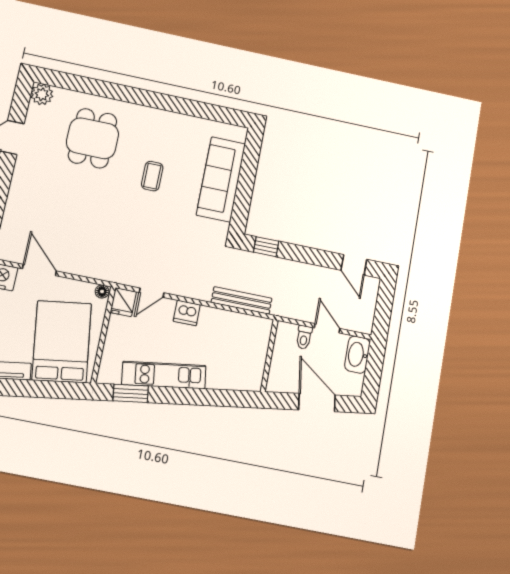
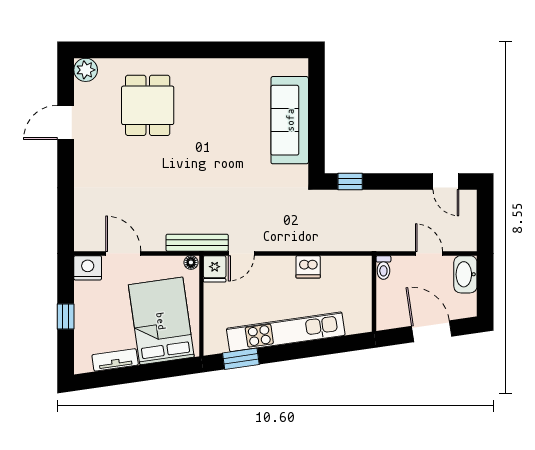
coffee table: (152, 176) -> (217, 132), removed
bench: (242, 300) -> (197, 243), moved
dishwasher: (187, 313) -> (308, 267), moved
toilet: (304, 337) -> (383, 267), moved
kitchen unit: (164, 375) -> (286, 332), width x1.36

